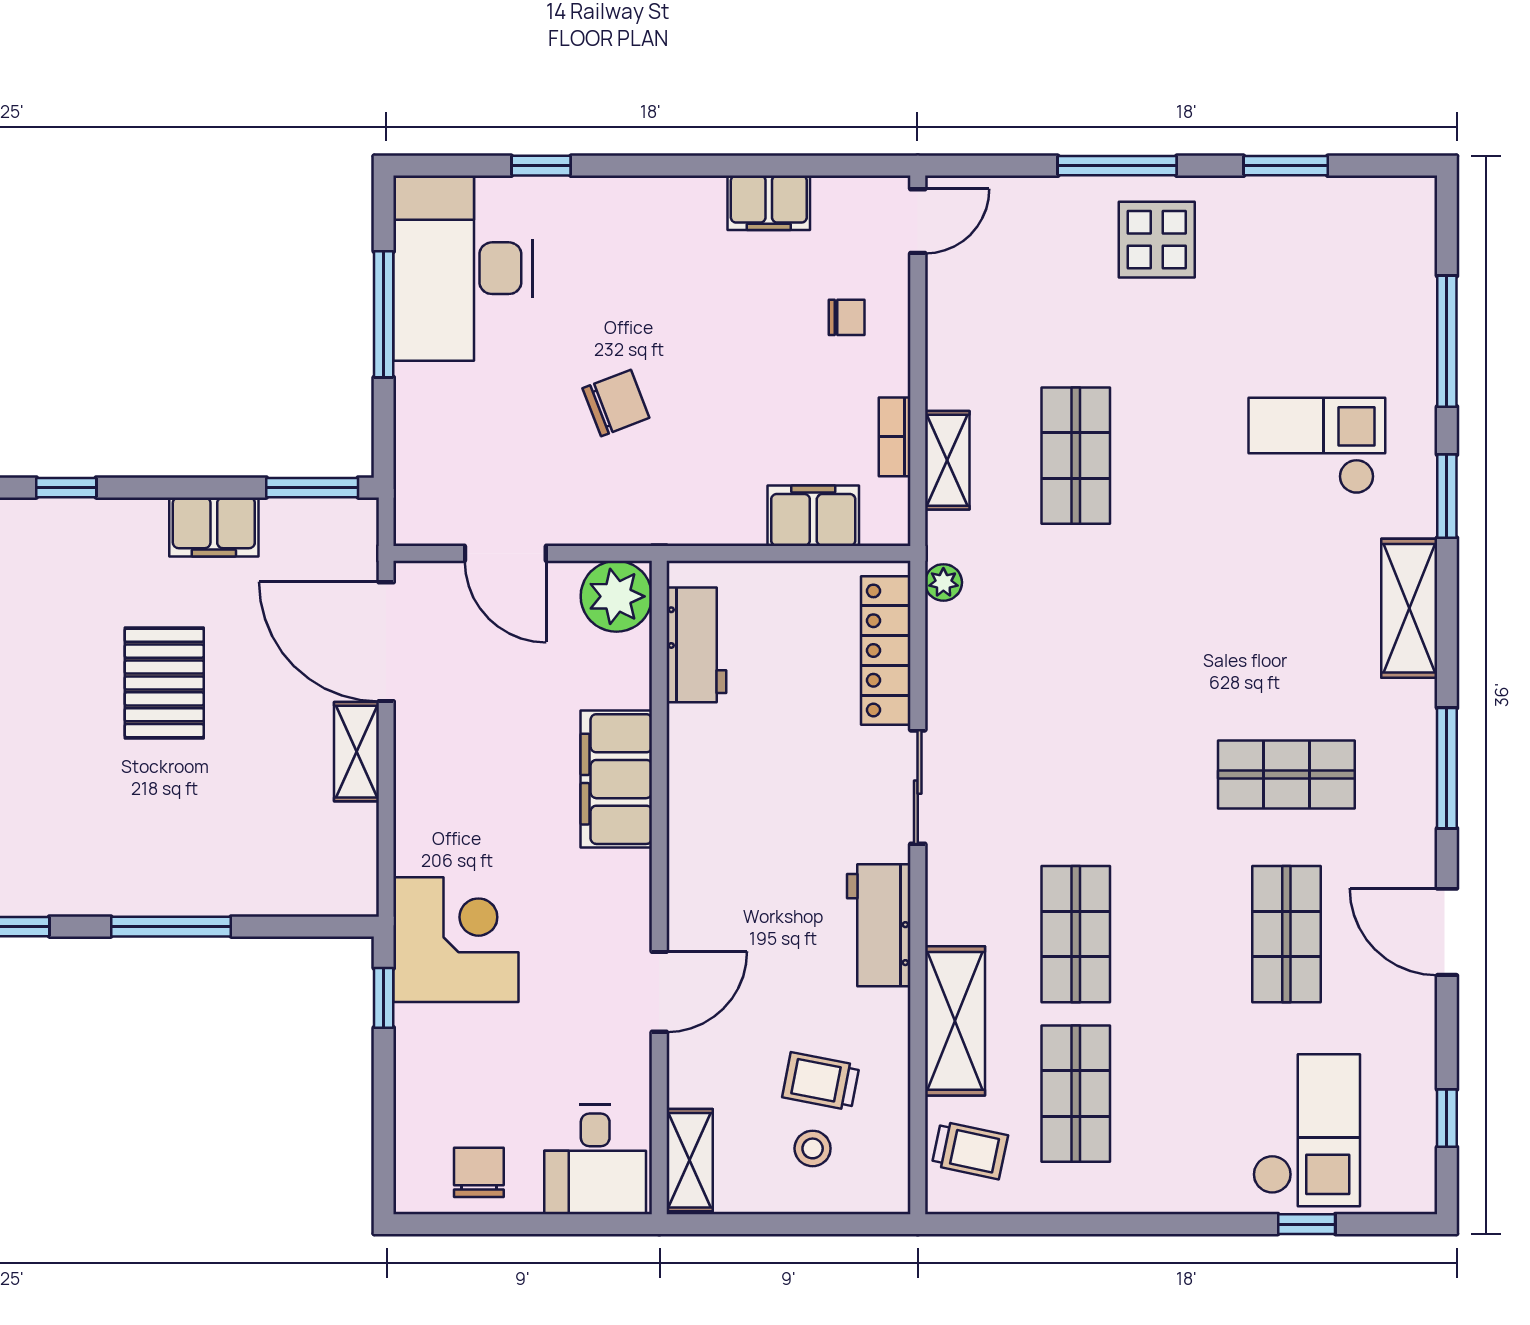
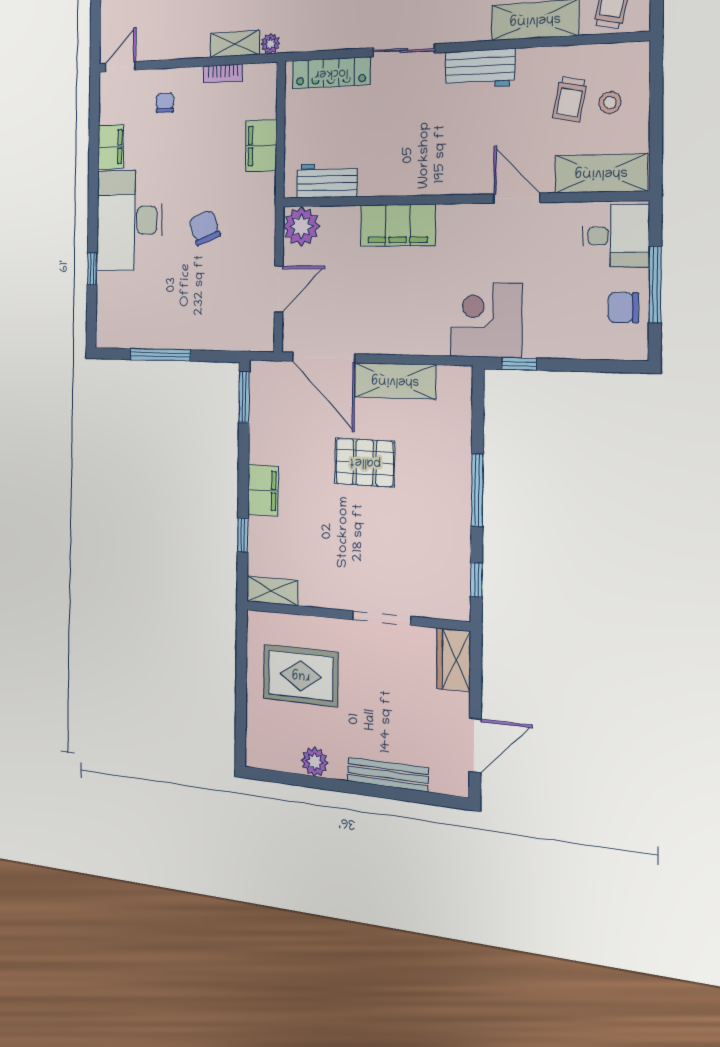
door: (918, 221) -> (120, 67), hinge flipped
desk: (463, 268) -> (129, 220), moved, turned 90
filing cabinet: (813, 516) -> (261, 146), moved
filing cabinet: (214, 527) -> (263, 490), moved
plant: (943, 582) -> (271, 44), moved
door: (386, 642) -> (323, 358), hinge flipped
pallet: (164, 683) -> (365, 462), moved
shelving: (356, 752) -> (395, 381), width x1.50, depth x1.33
shelving: (690, 1160) -> (601, 173), width x1.50, depth x1.33
window: (516, 1224) -> (655, 285), added

